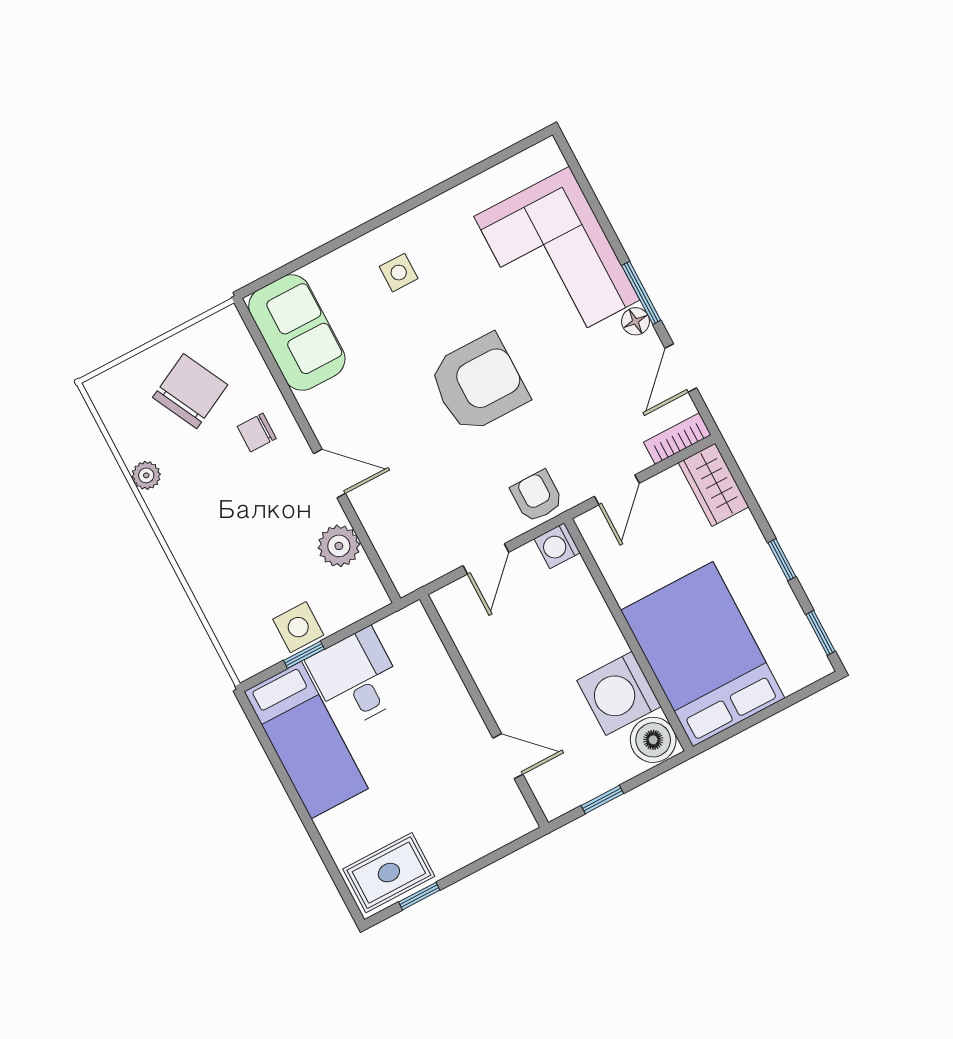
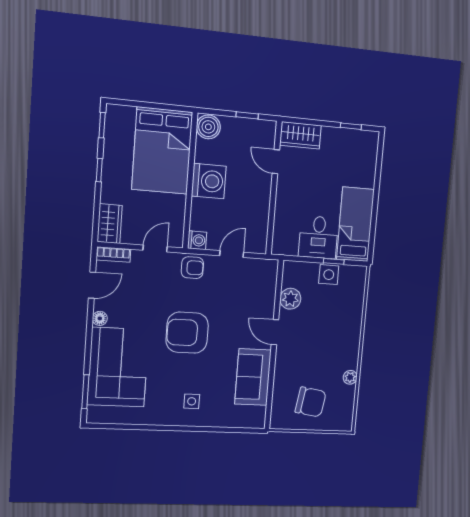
window: (641, 293) -> (85, 392), moved
sofa: (297, 333) -> (253, 377), moved
chair: (190, 391) -> (311, 402), turned -144
chair: (257, 432) -> (294, 368), removed
armchair: (537, 496) -> (192, 268), turned -90
washing machine: (619, 693) -> (209, 181), moved
wardrobe: (495, 825) -> (300, 135), added
rug: (389, 873) -> (357, 145), removed

